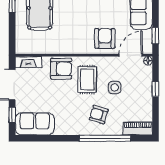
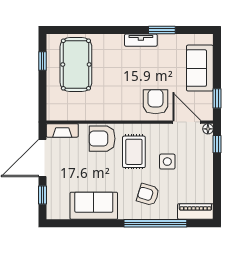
door: (131, 55) -> (187, 122), hinge flipped
armchair: (61, 69) -> (102, 139), turned 180
window: (155, 89) -> (217, 144), moved
sofa: (35, 124) -> (94, 206), moved

